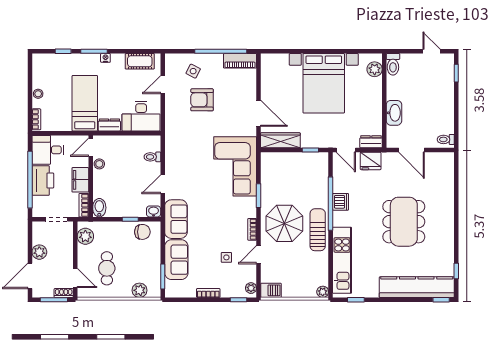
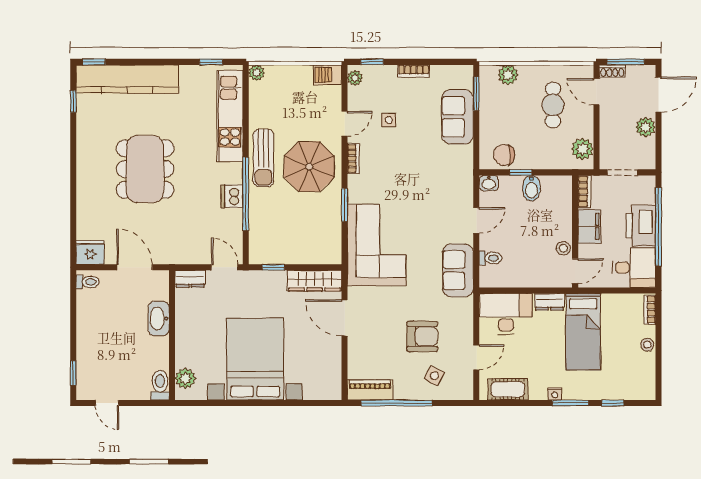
fridge: (371, 161) -> (90, 252), moved
bidet: (99, 208) -> (531, 188), moved
sofa: (176, 219) -> (458, 270), moved

